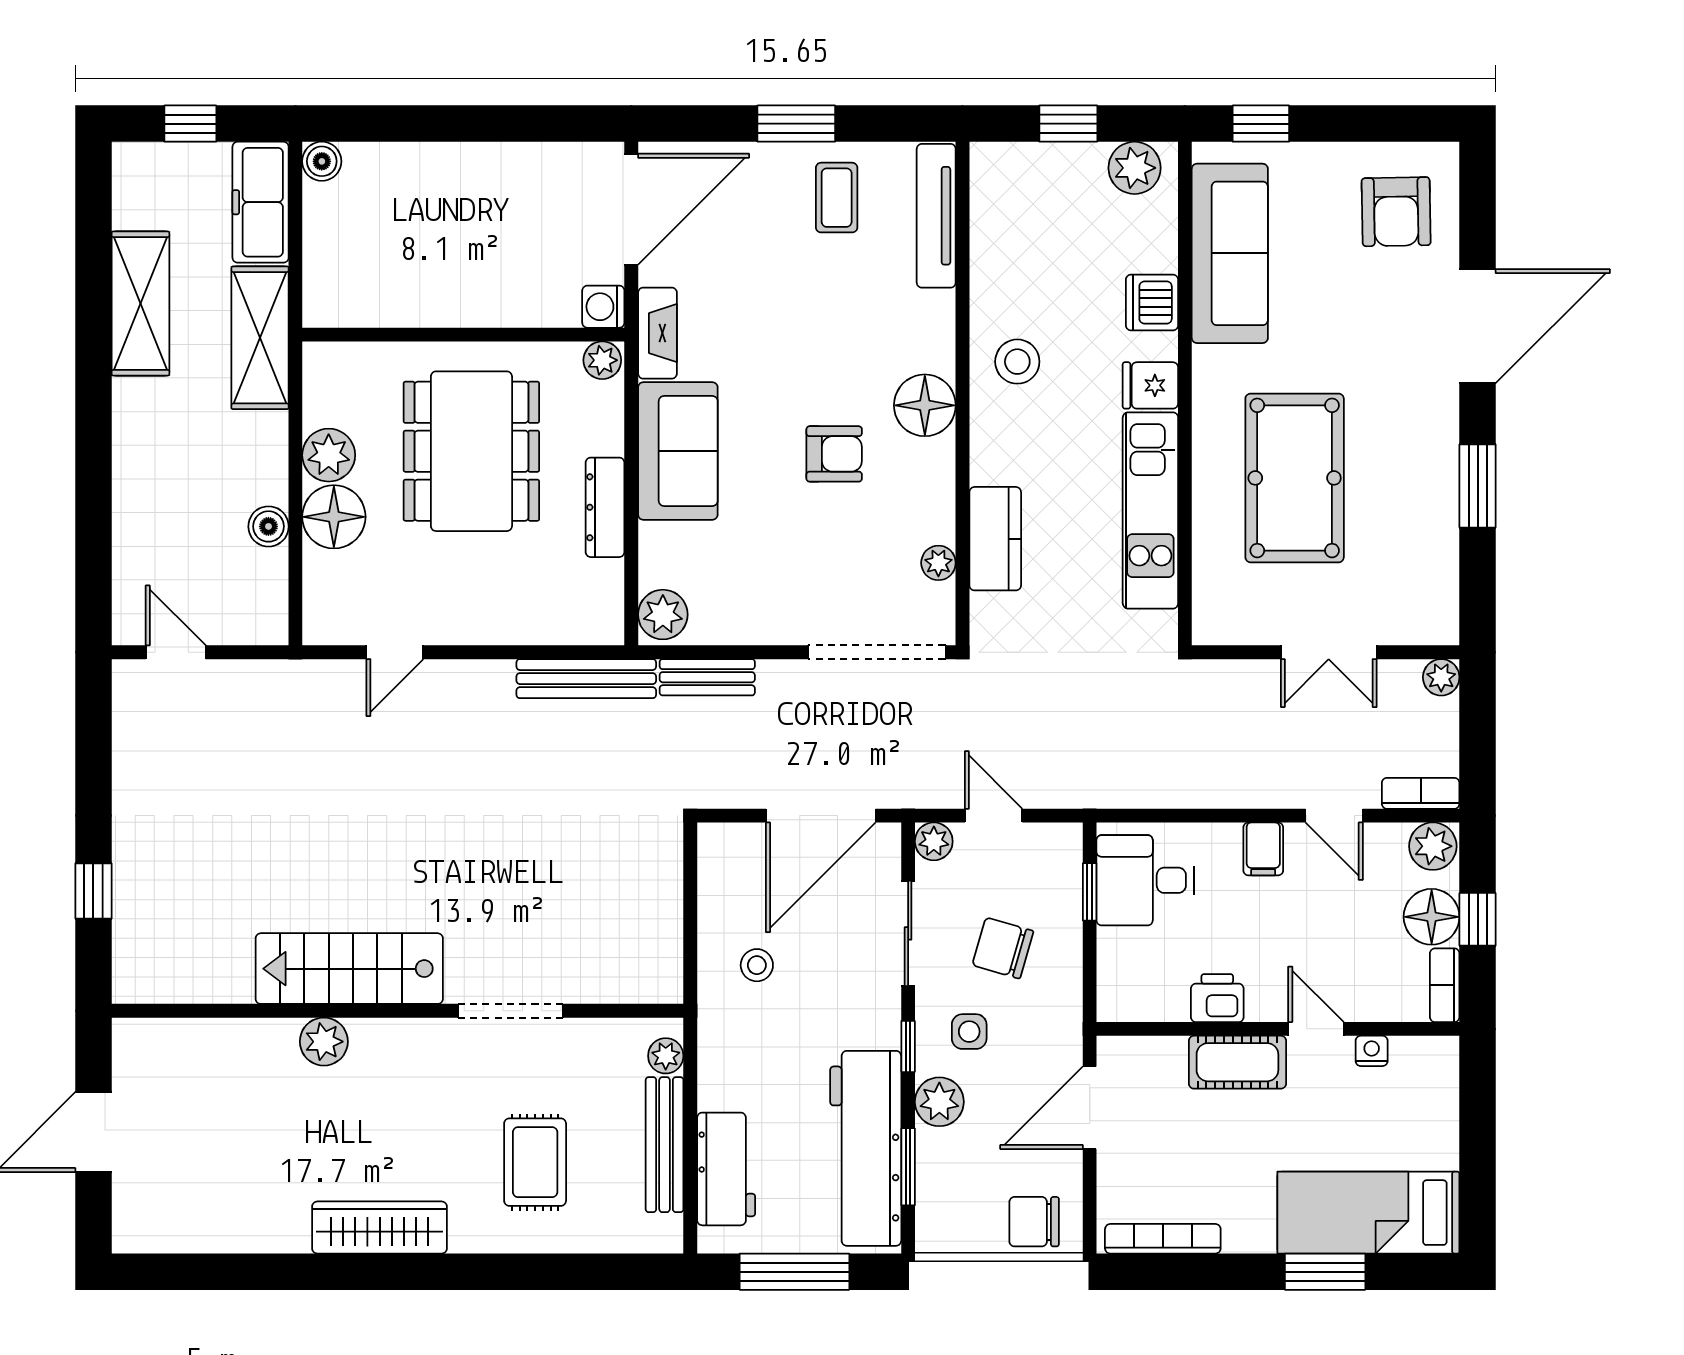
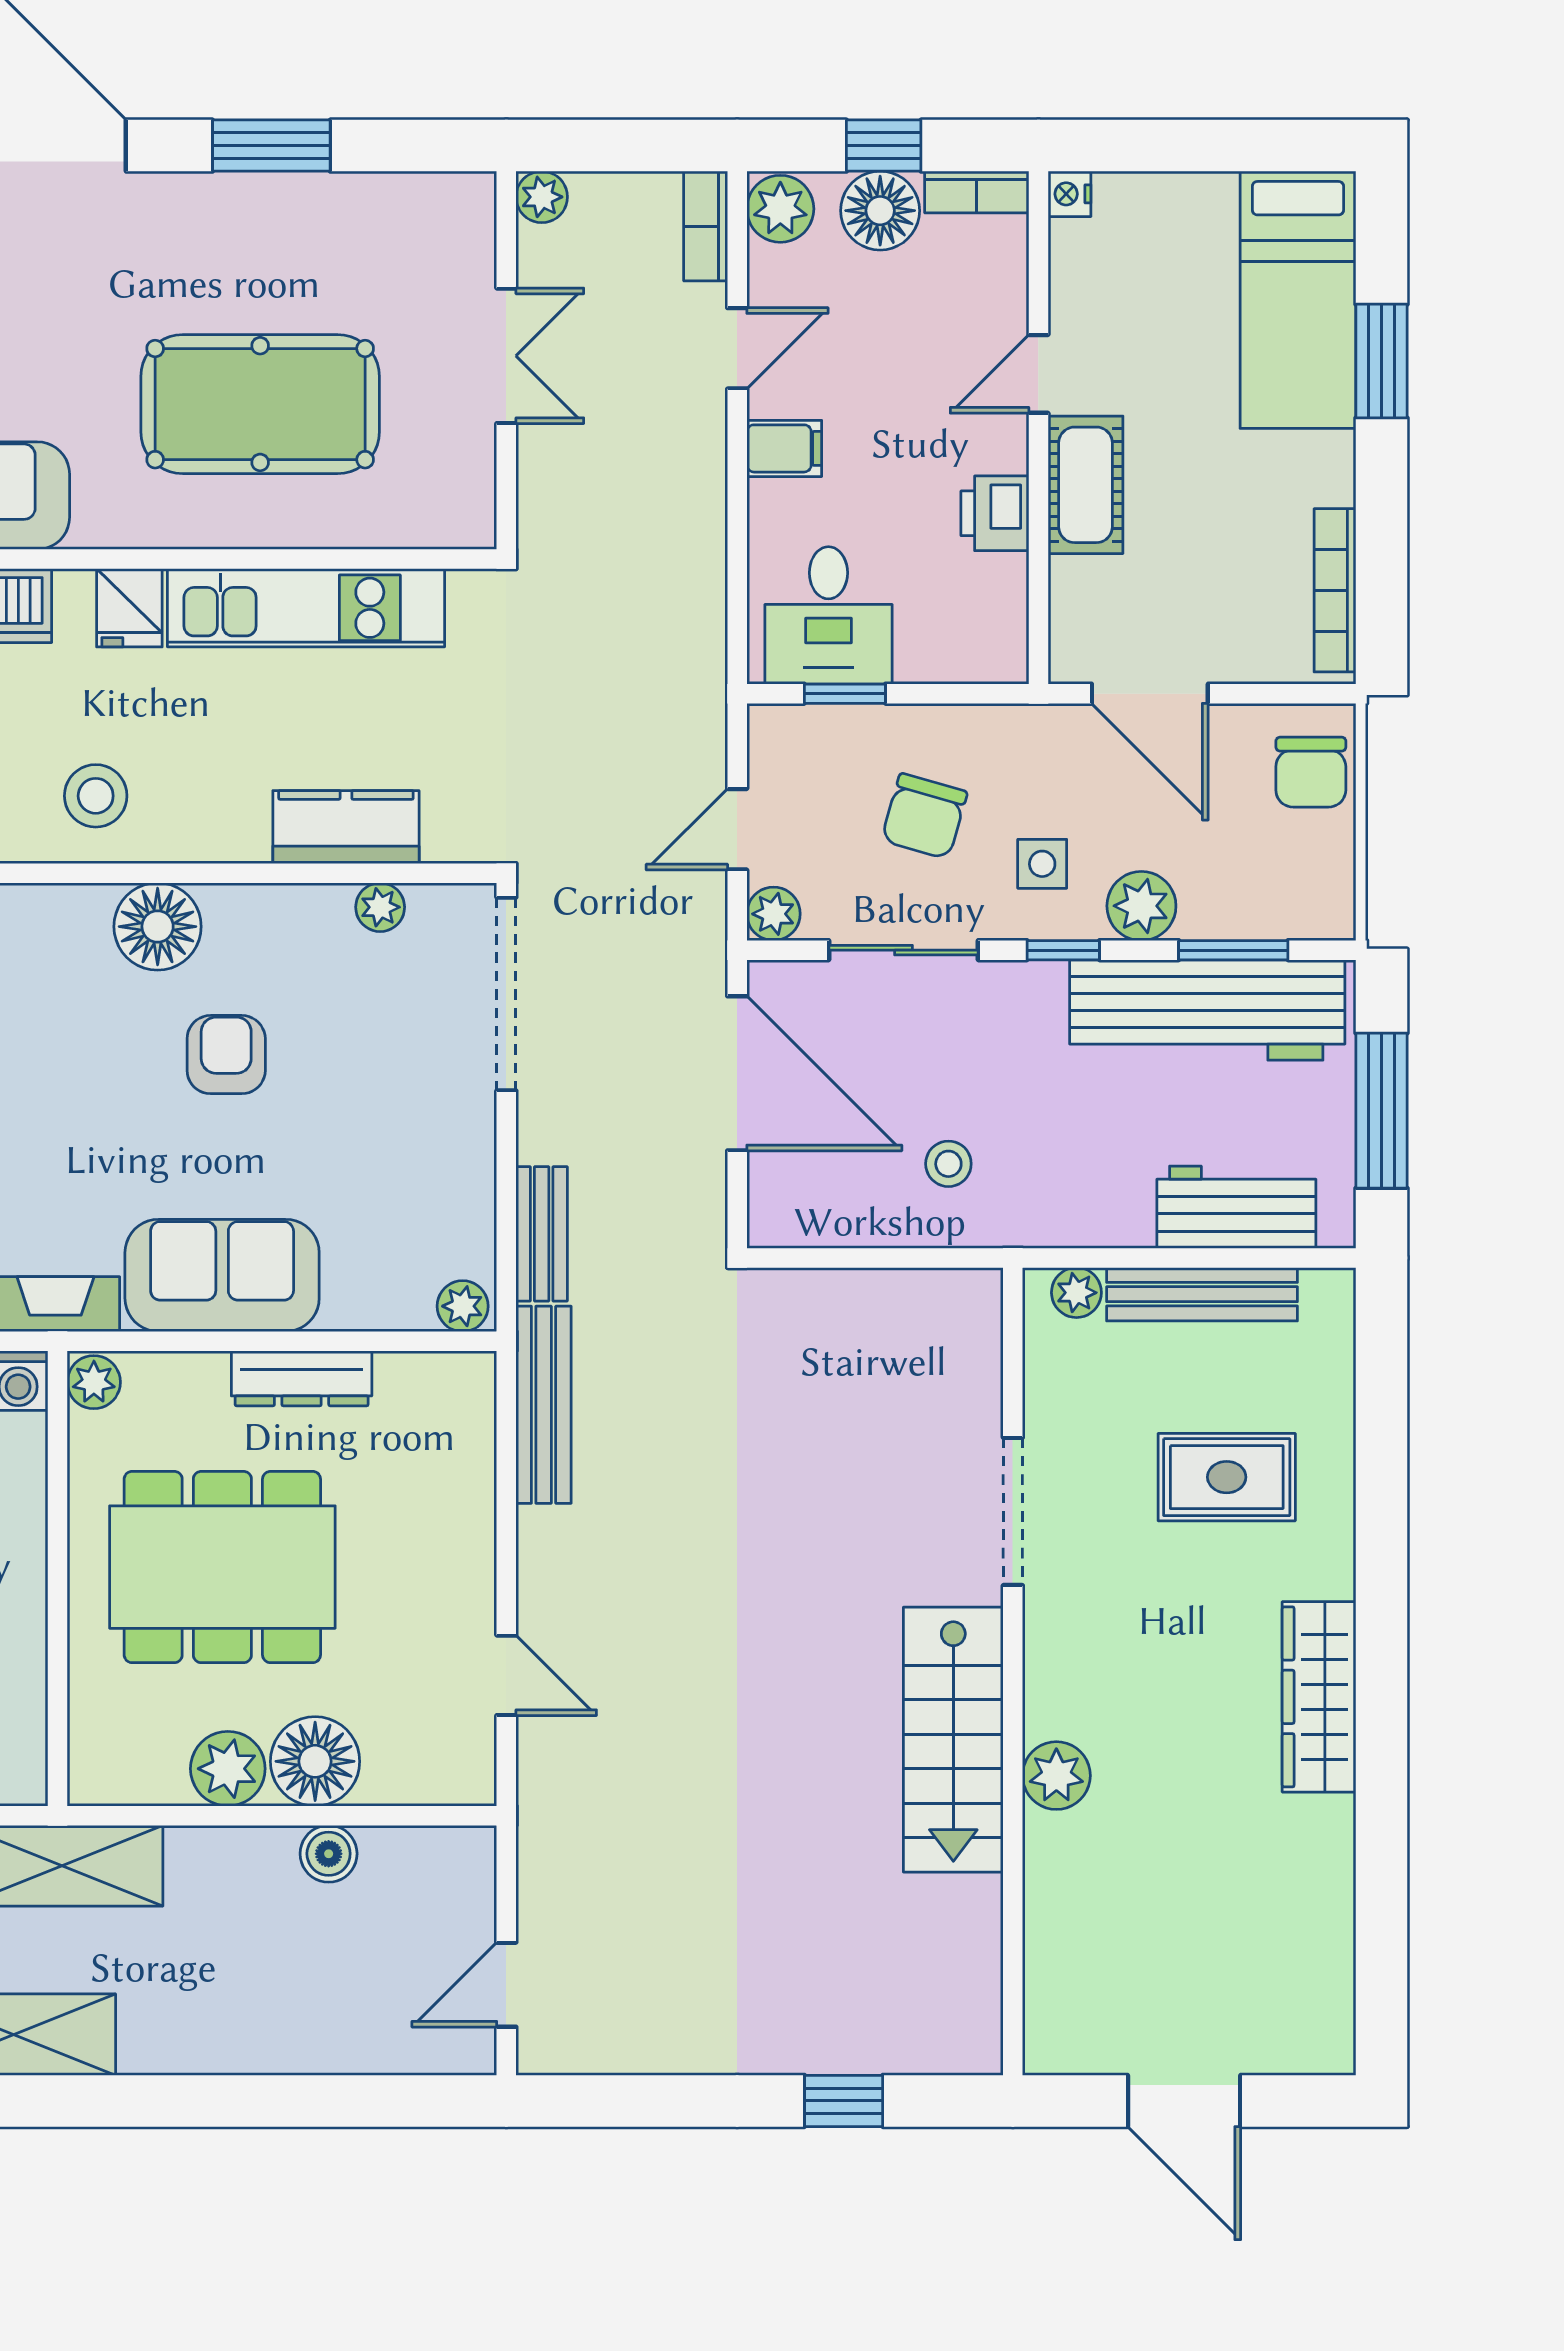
plant: (663, 615) -> (463, 1306), width x0.73, depth x0.73
nightstand: (1372, 1051) -> (1070, 194), moved

